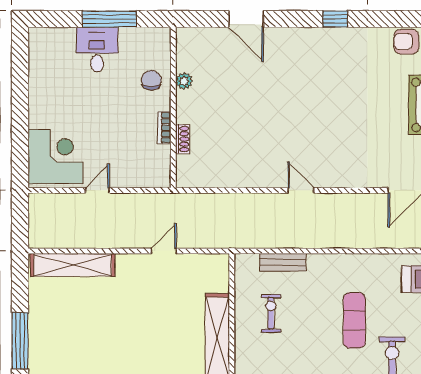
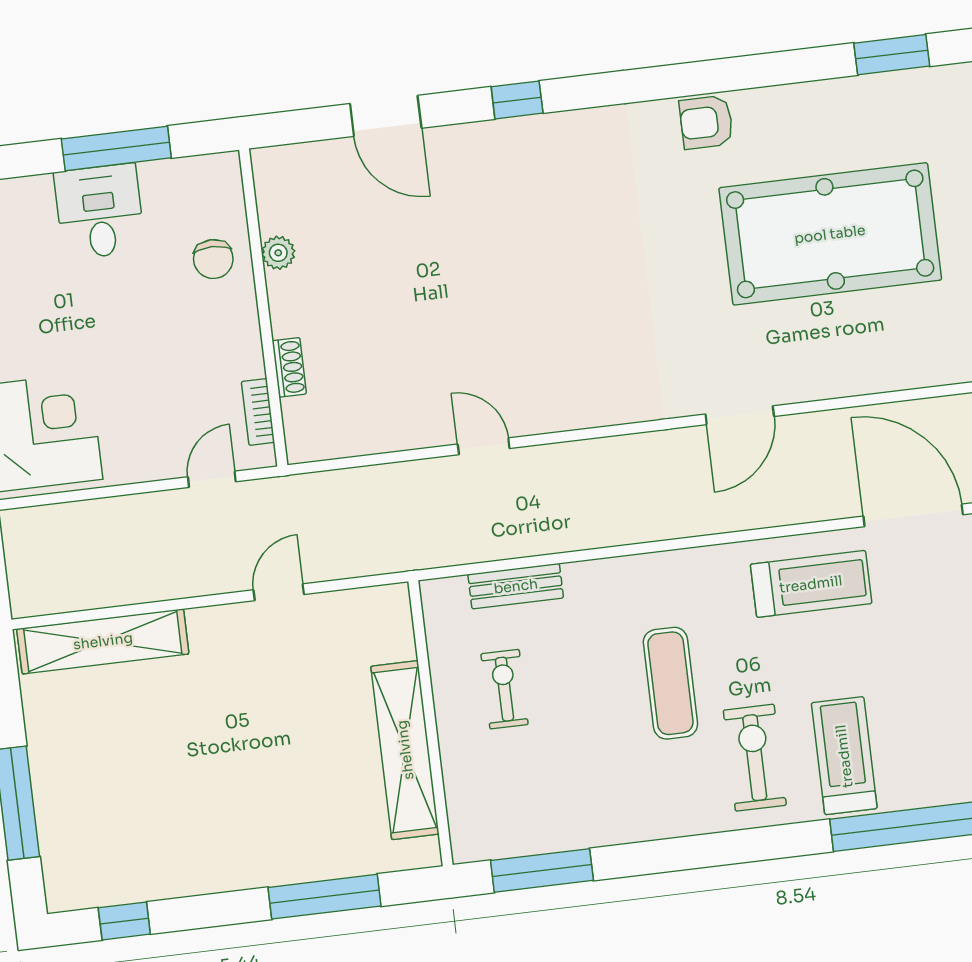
window: (335, 19) -> (517, 100), moved
chair: (151, 80) -> (213, 259), turned 180
bookcase: (164, 128) -> (258, 412), moved
door: (97, 190) -> (212, 479), moved
door: (301, 190) -> (484, 446), moved

